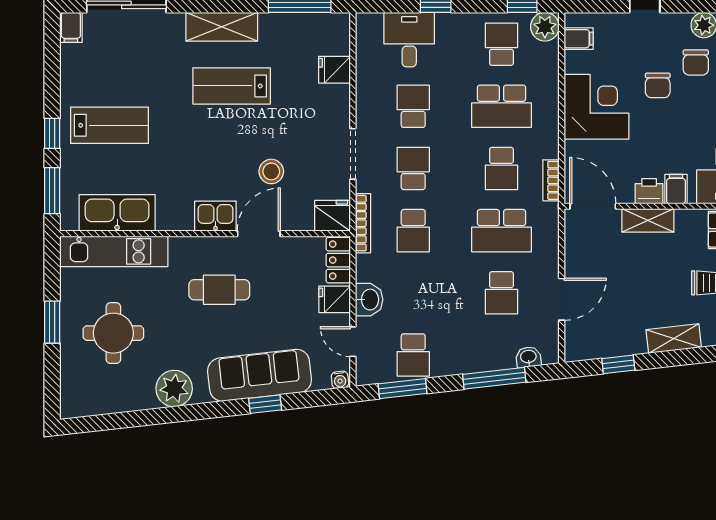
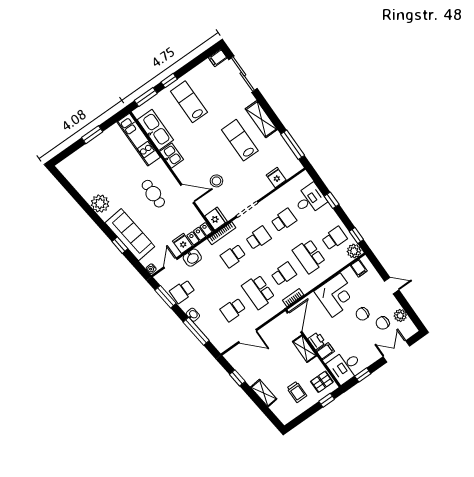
lab bench: (110, 125) -> (189, 102), turned 180
school desk: (501, 168) -> (284, 274), turned 180
kitchen sink: (215, 216) -> (171, 156), moved
round table: (113, 333) -> (105, 163), removed
washbasin: (528, 357) -> (193, 315), moved

